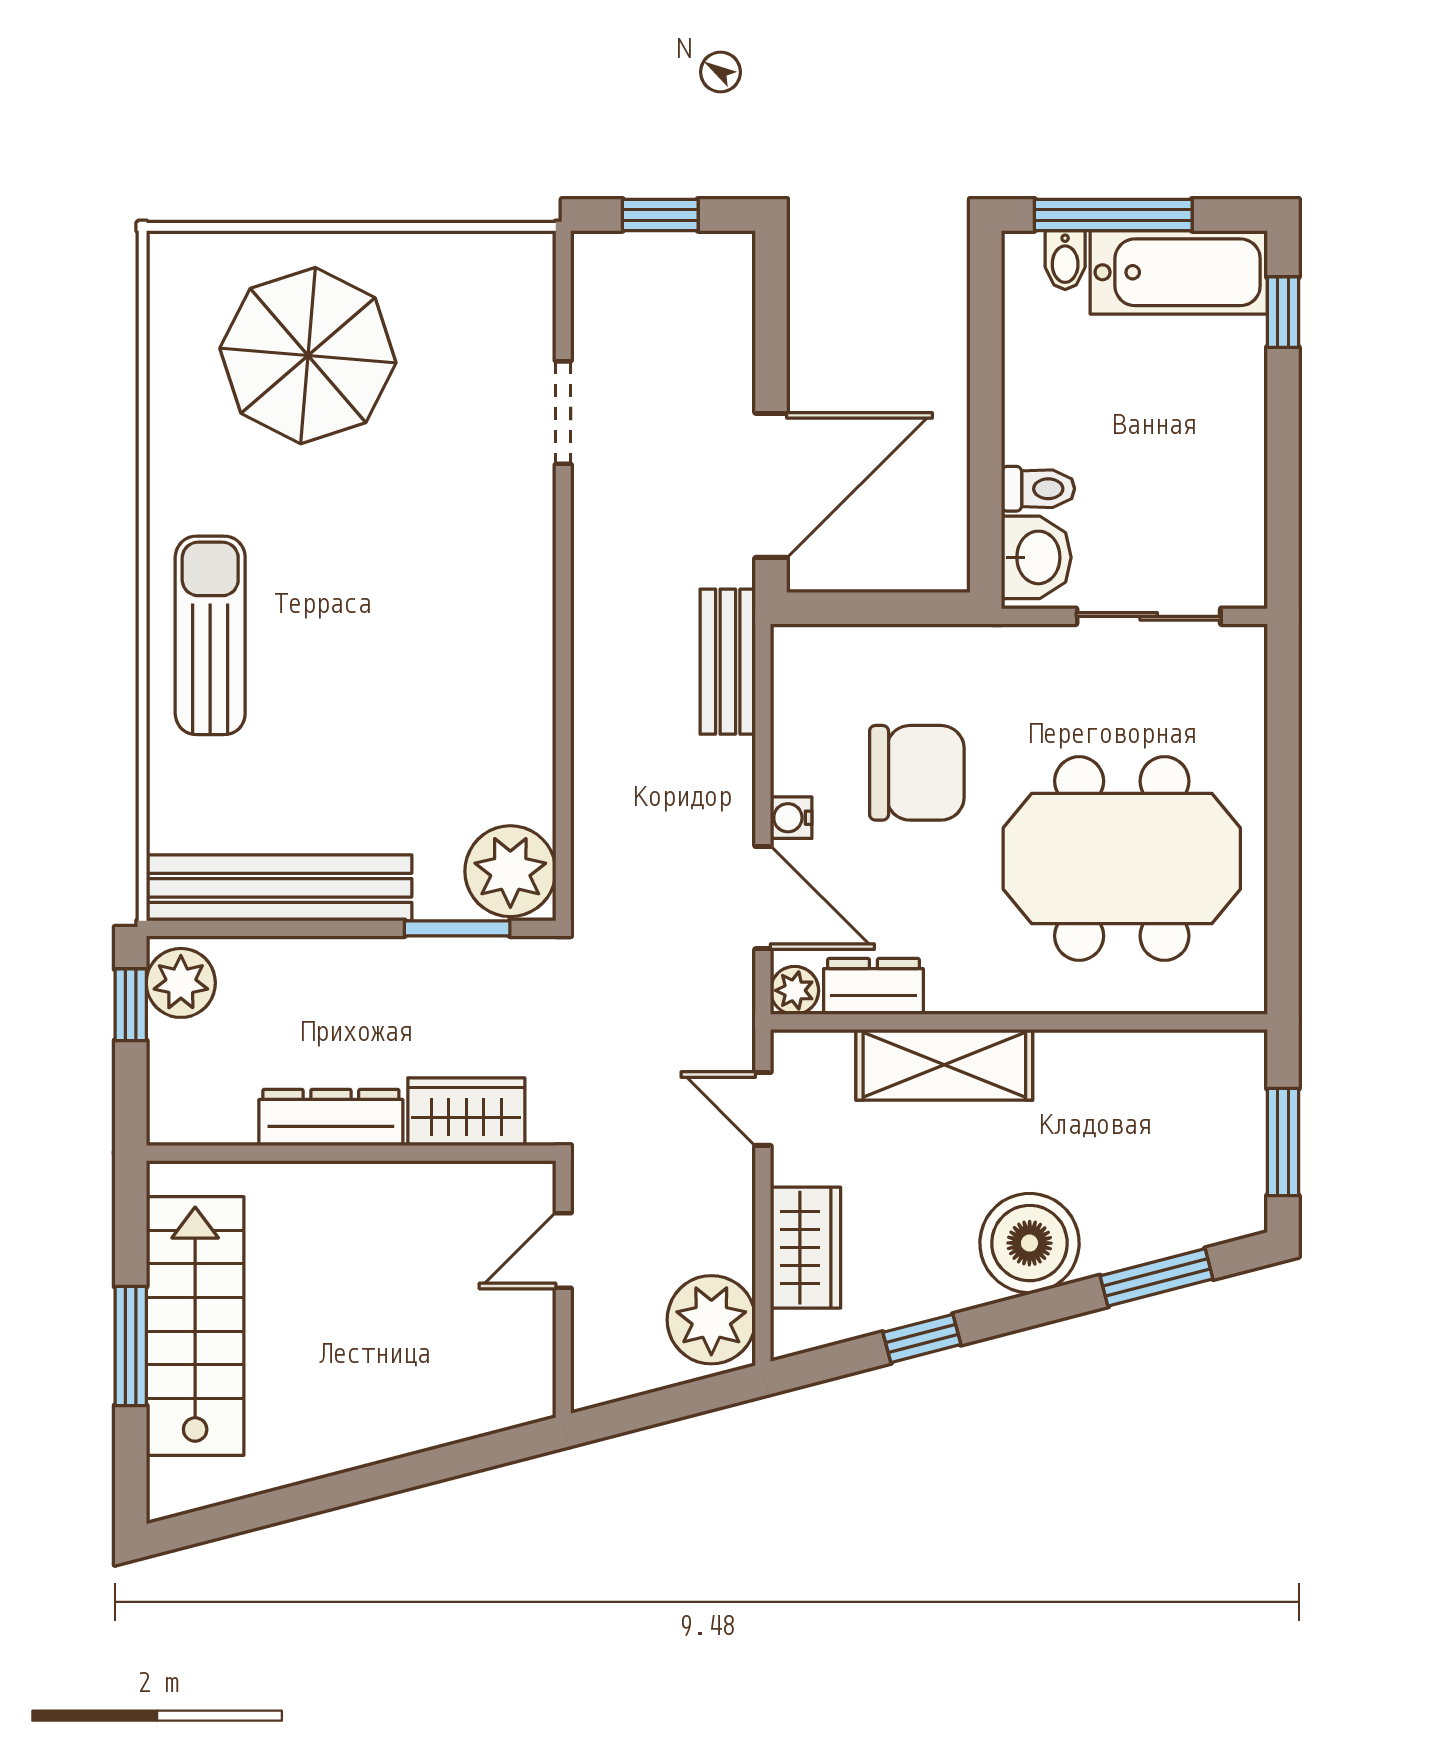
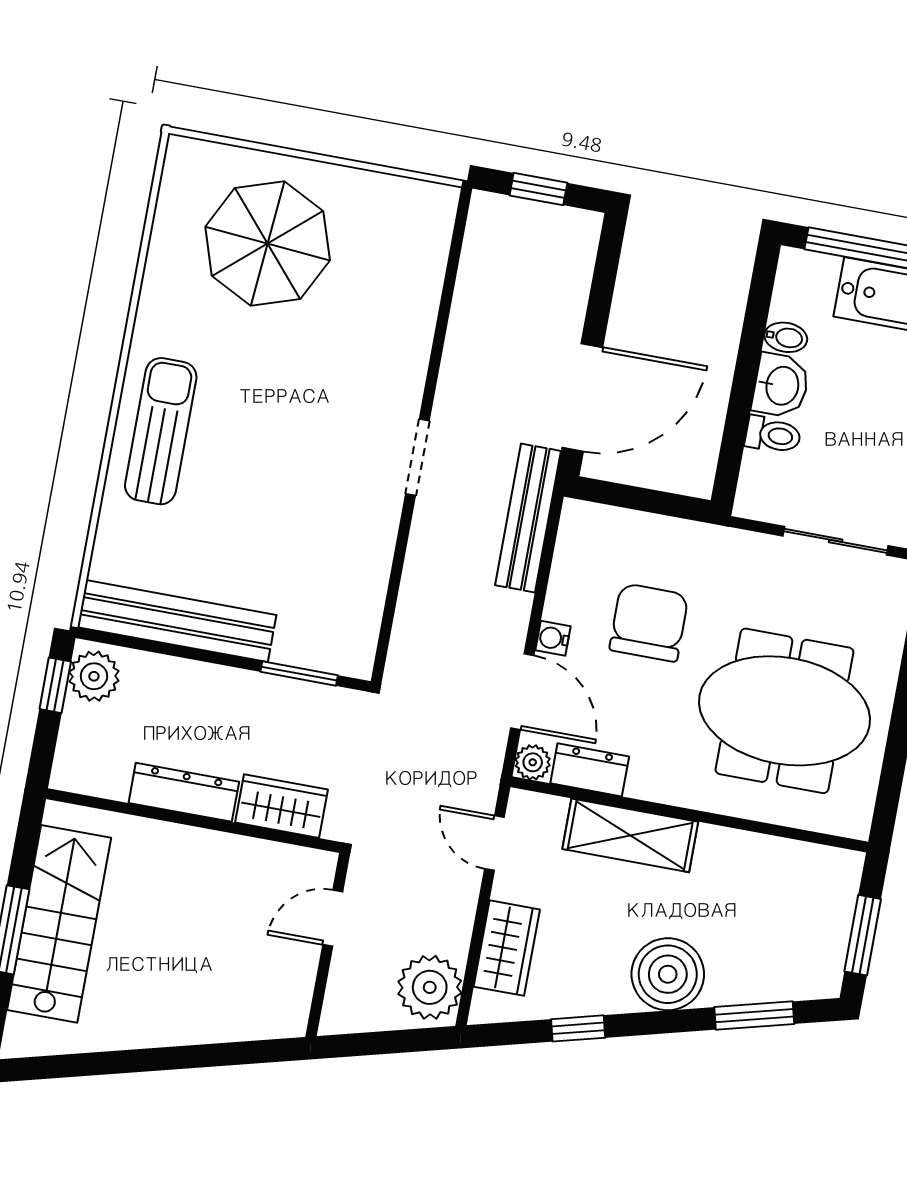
bidet: (1065, 260) -> (786, 337), moved, turned -90
doorway: (563, 413) -> (417, 457), moved
washbasin: (1036, 557) -> (781, 386), moved
bench: (728, 662) -> (528, 518), width x1.36
chair: (917, 773) -> (649, 622), turned -90
plant: (510, 871) -> (345, 639), removed

